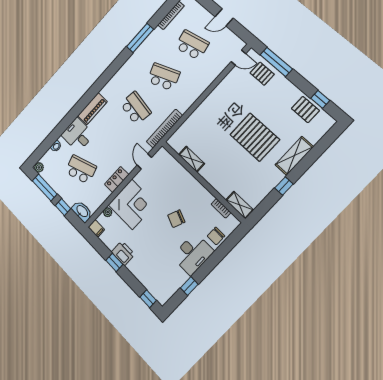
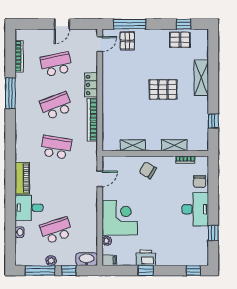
pallet: (262, 74) -> (127, 41), turned 90
bookcase: (164, 129) -> (92, 120), moved
pallet: (255, 137) -> (163, 89), width x0.73, depth x0.71
door: (144, 161) -> (100, 179), swing flipped
plant: (39, 167) -> (51, 261), moved
locker: (117, 179) -> (91, 85), moved
window: (284, 186) -> (213, 121), moved
shelving: (240, 205) -> (174, 145), moved
chair: (176, 219) -> (148, 170), moved, turned 98

